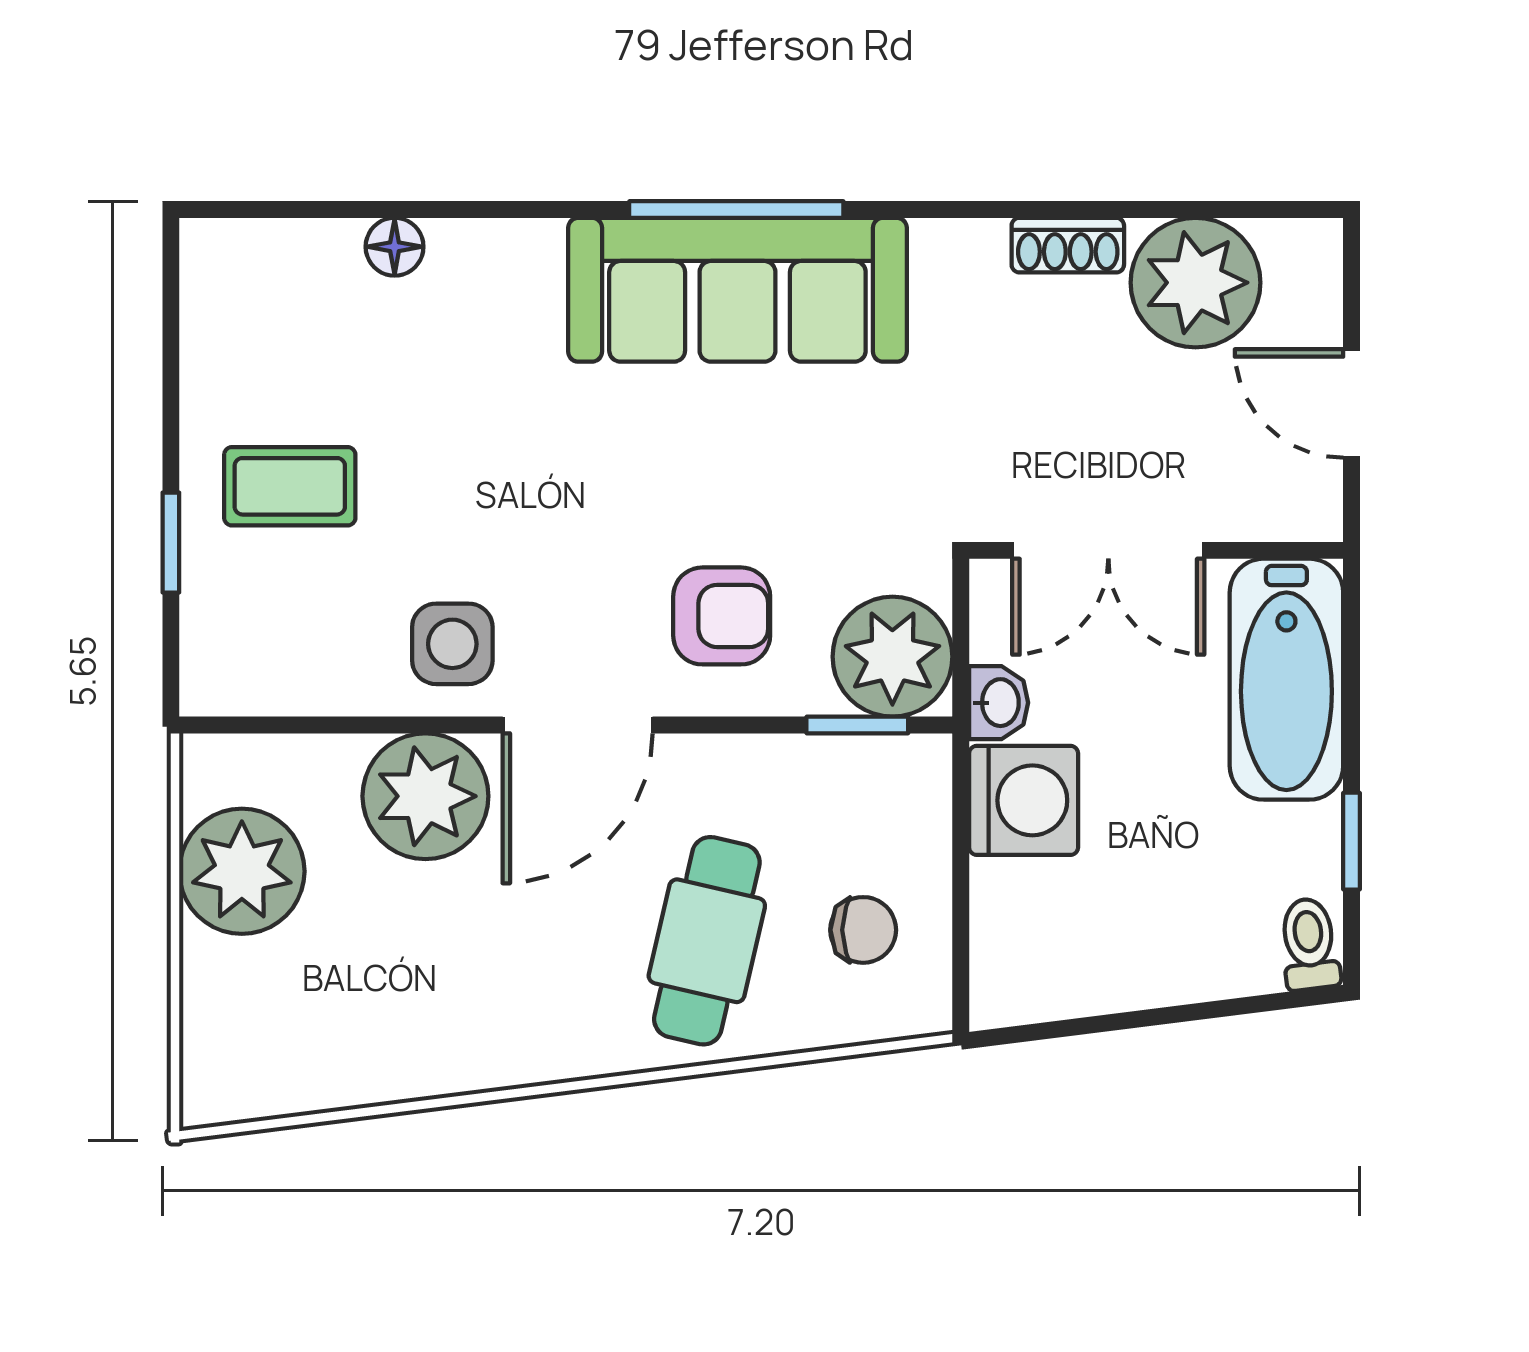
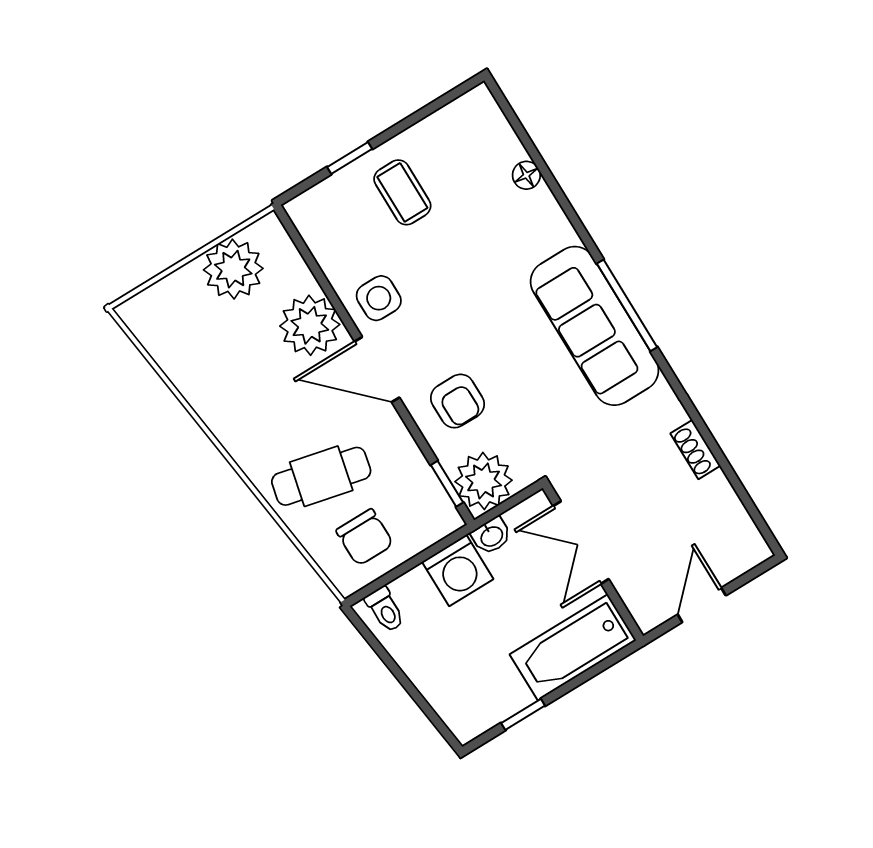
plant: (1196, 283) -> (712, 511), removed
chair: (863, 930) -> (365, 537), width x1.37, depth x1.37
toilet: (1309, 944) -> (385, 609), moved, turned 97

